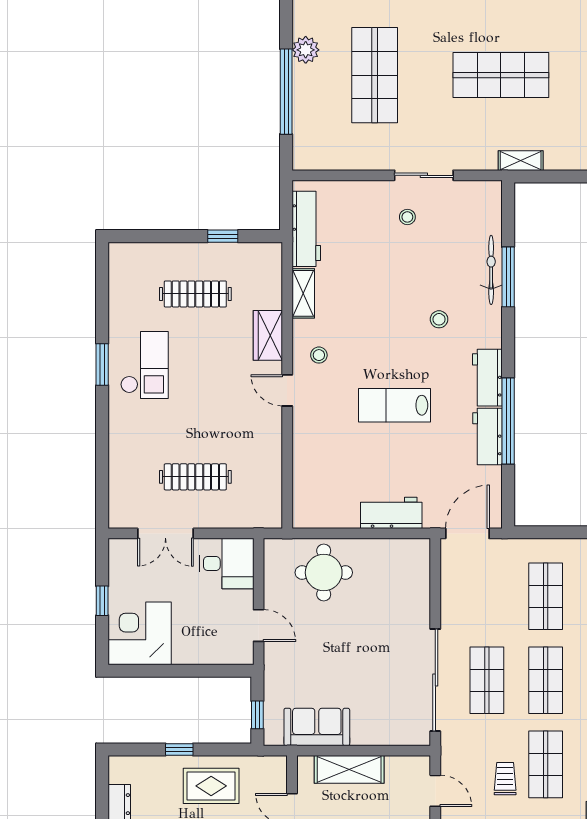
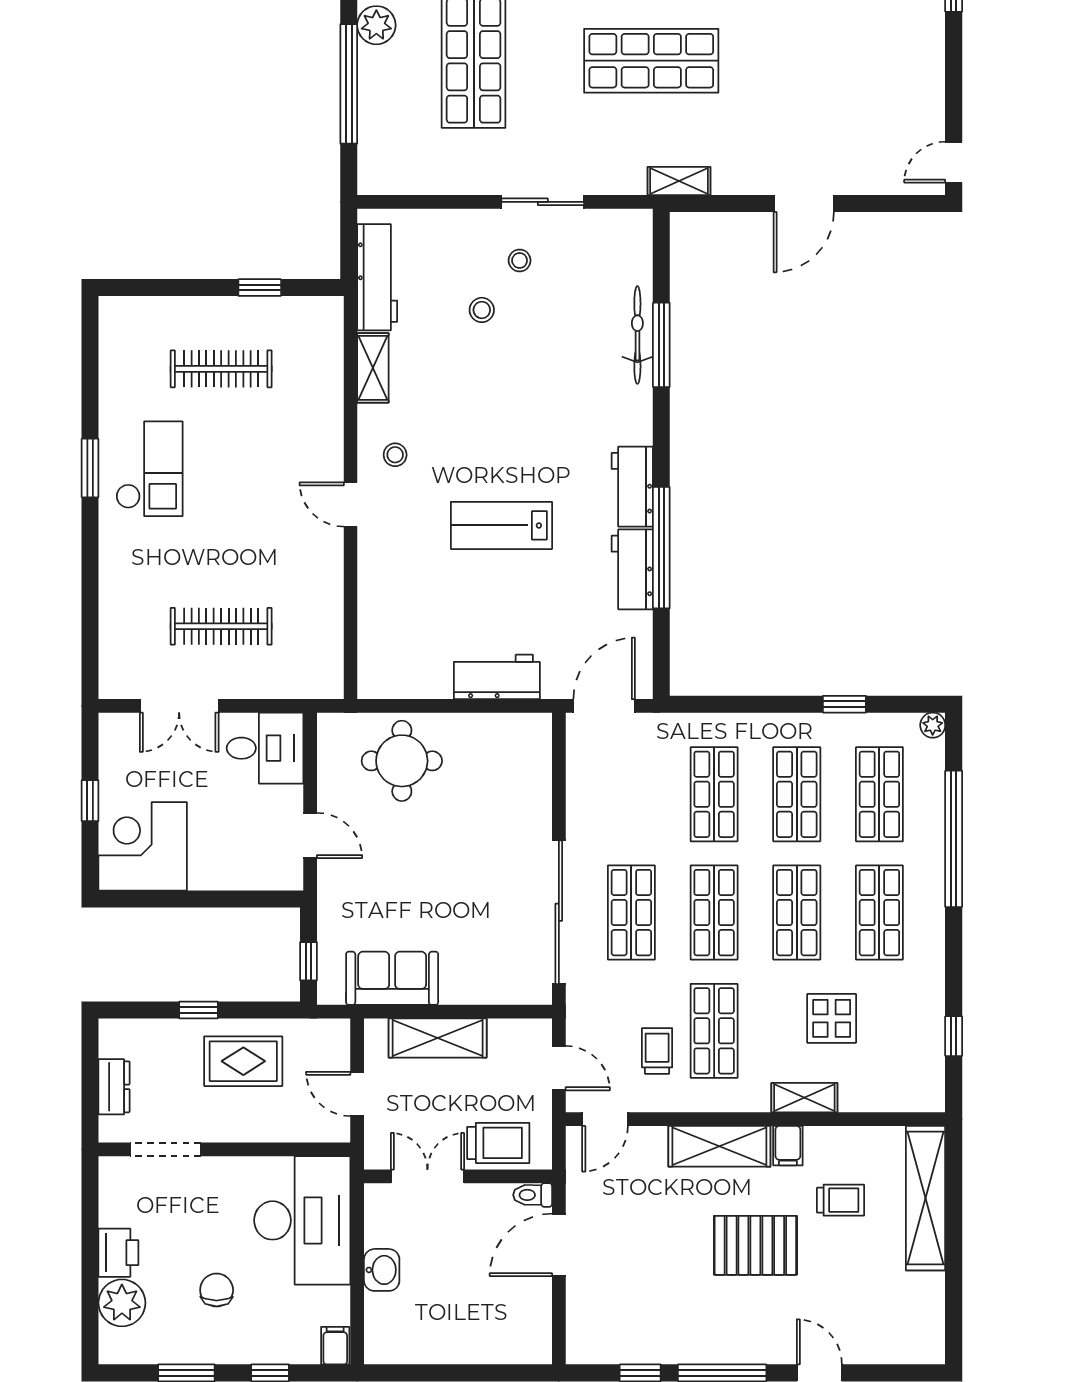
stool: (439, 319) -> (482, 310), moved
wardrobe: (268, 335) -> (323, 427), removed

